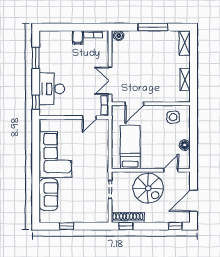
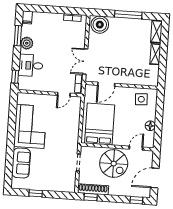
boiler: (119, 36) -> (100, 25), width x1.86, depth x1.86
filing cabinet: (78, 37) -> (27, 17), moved
plant: (46, 65) -> (27, 43), added
shelving: (185, 79) -> (155, 54), moved
desk: (52, 89) -> (31, 65), width x0.73
bed: (130, 147) -> (100, 124), width x1.50

